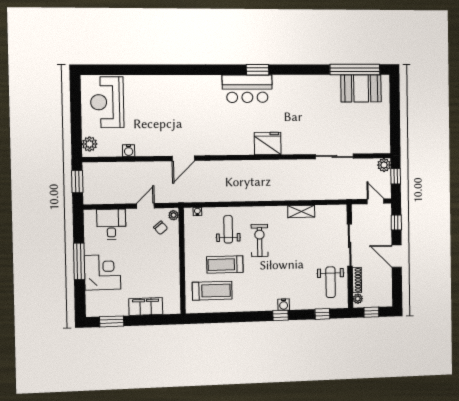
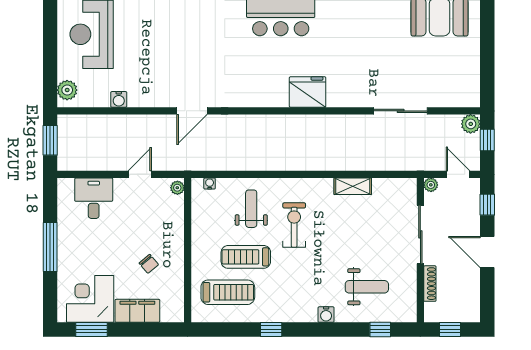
chair: (161, 228) -> (149, 264), moved
corner desk: (103, 272) -> (90, 299), moved, turned -90
weight bench: (331, 282) -> (367, 287), moved, turned -90
plant: (358, 299) -> (431, 185), moved
window: (281, 315) -> (271, 329), moved

